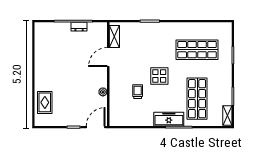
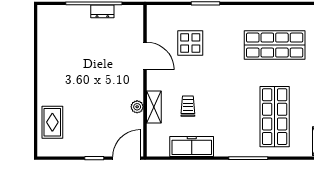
shelving: (114, 36) -> (154, 107), moved
door: (108, 57) -> (145, 56), swing flipped
display table: (159, 76) -> (190, 43), moved
freezer: (169, 119) -> (192, 147), moved

